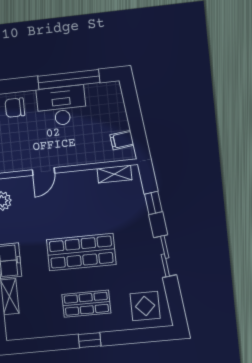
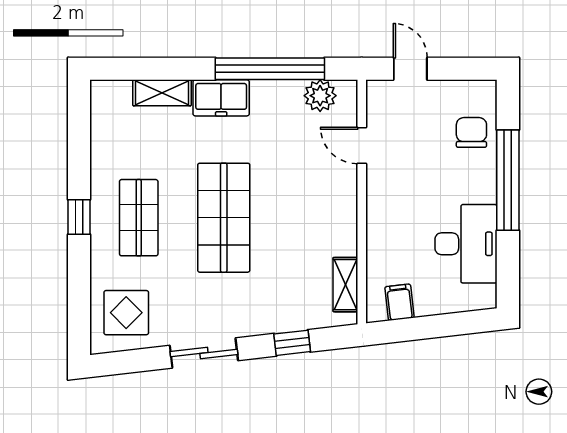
window: (69, 79) -> (508, 180), moved
desk: (62, 106) -> (466, 244), moved
door: (43, 171) -> (362, 145), moved

